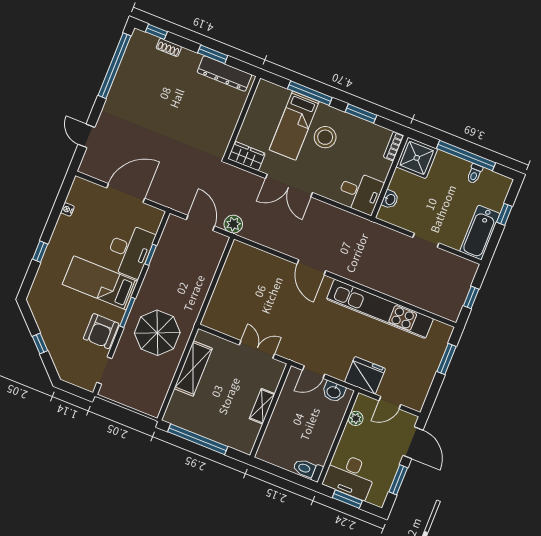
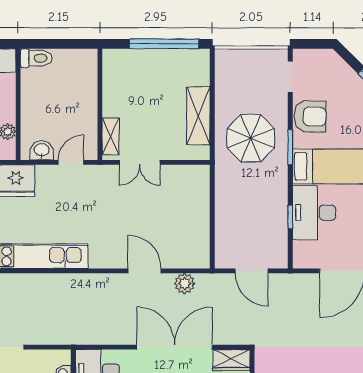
double door: (289, 186) -> (175, 347), width x1.36
plant: (233, 224) -> (185, 283), moved
door: (311, 267) -> (145, 271), moved
armchair: (101, 331) -> (310, 116), turned 91
shelving: (262, 406) -> (111, 136), moved

